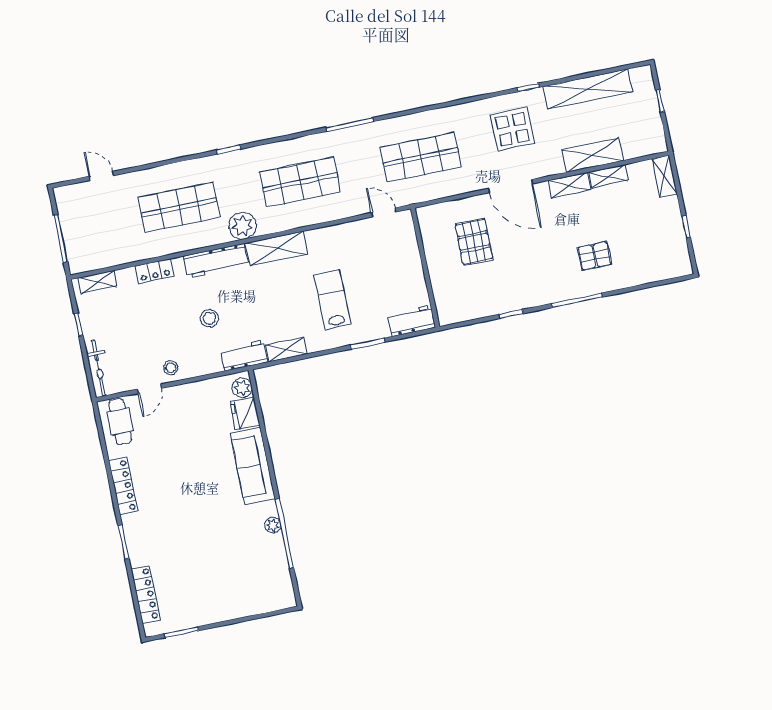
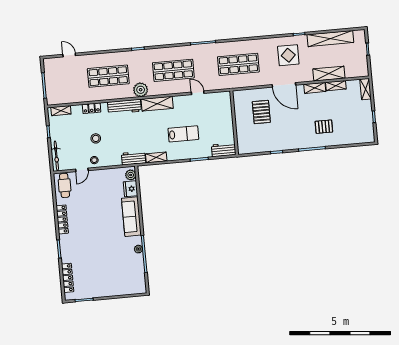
door: (384, 212) -> (198, 93), moved
lab bench: (332, 299) -> (183, 134), turned 90
stool: (209, 318) -> (96, 138), moved

